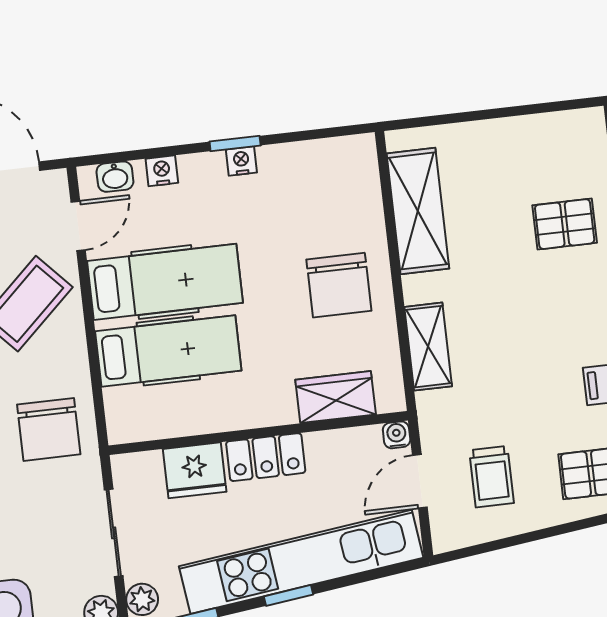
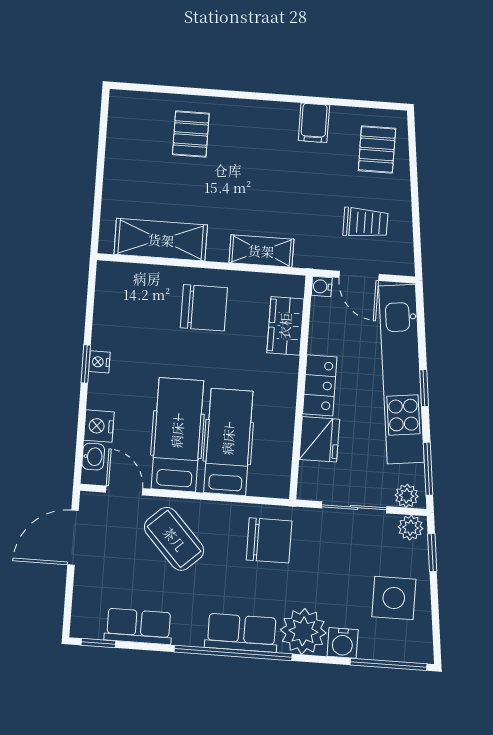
nightstand: (162, 171) -> (99, 426), width x1.39, depth x1.35

